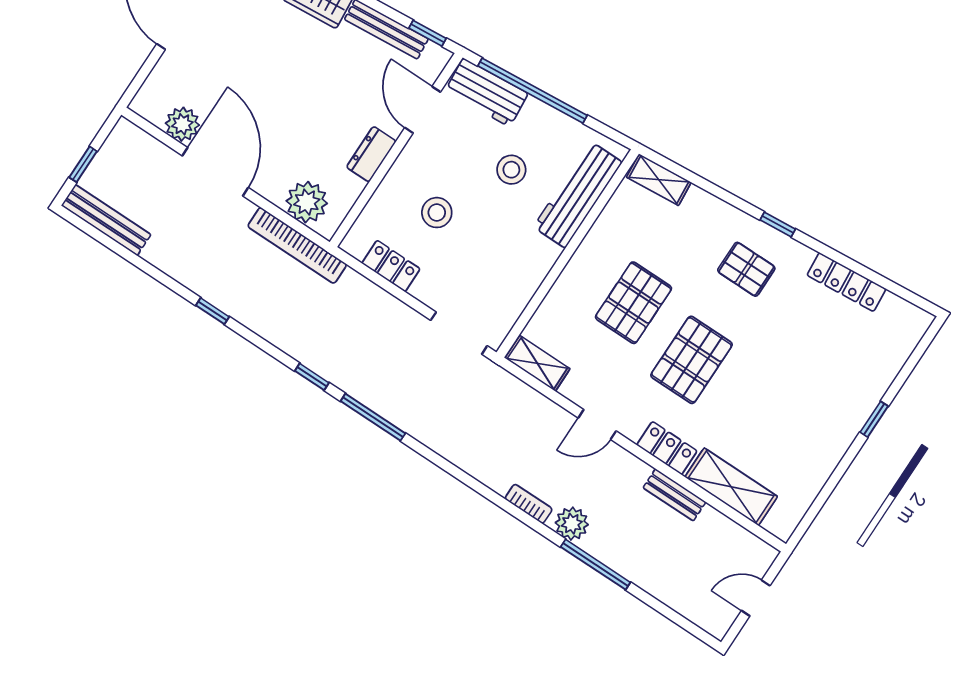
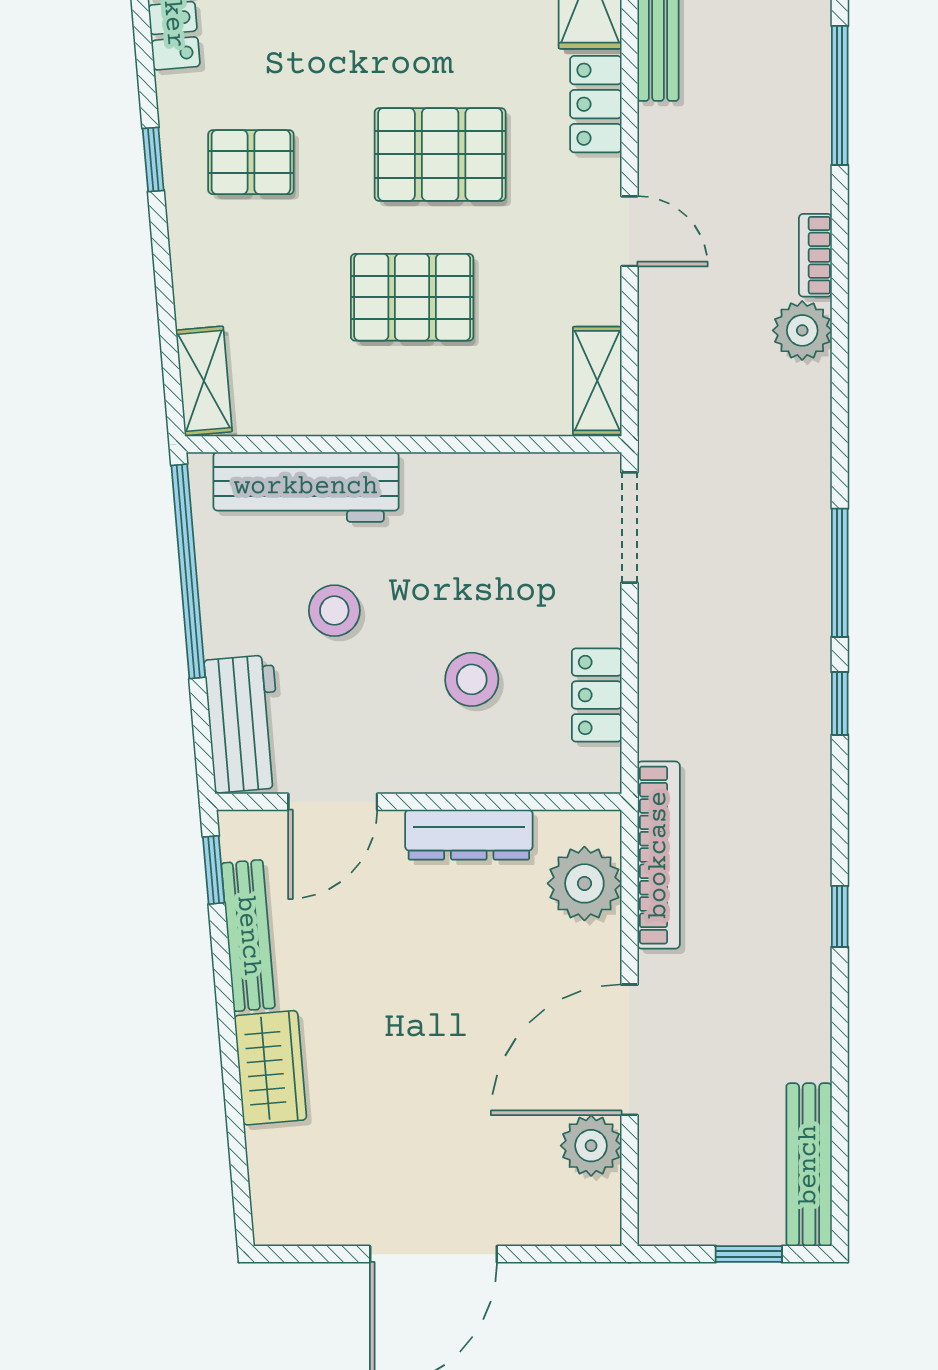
window: (533, 91) -> (188, 571), moved
dresser: (371, 154) -> (469, 835), width x1.44
pallet: (746, 269) -> (251, 162), turned 90
plant: (572, 524) -> (802, 330), moved

